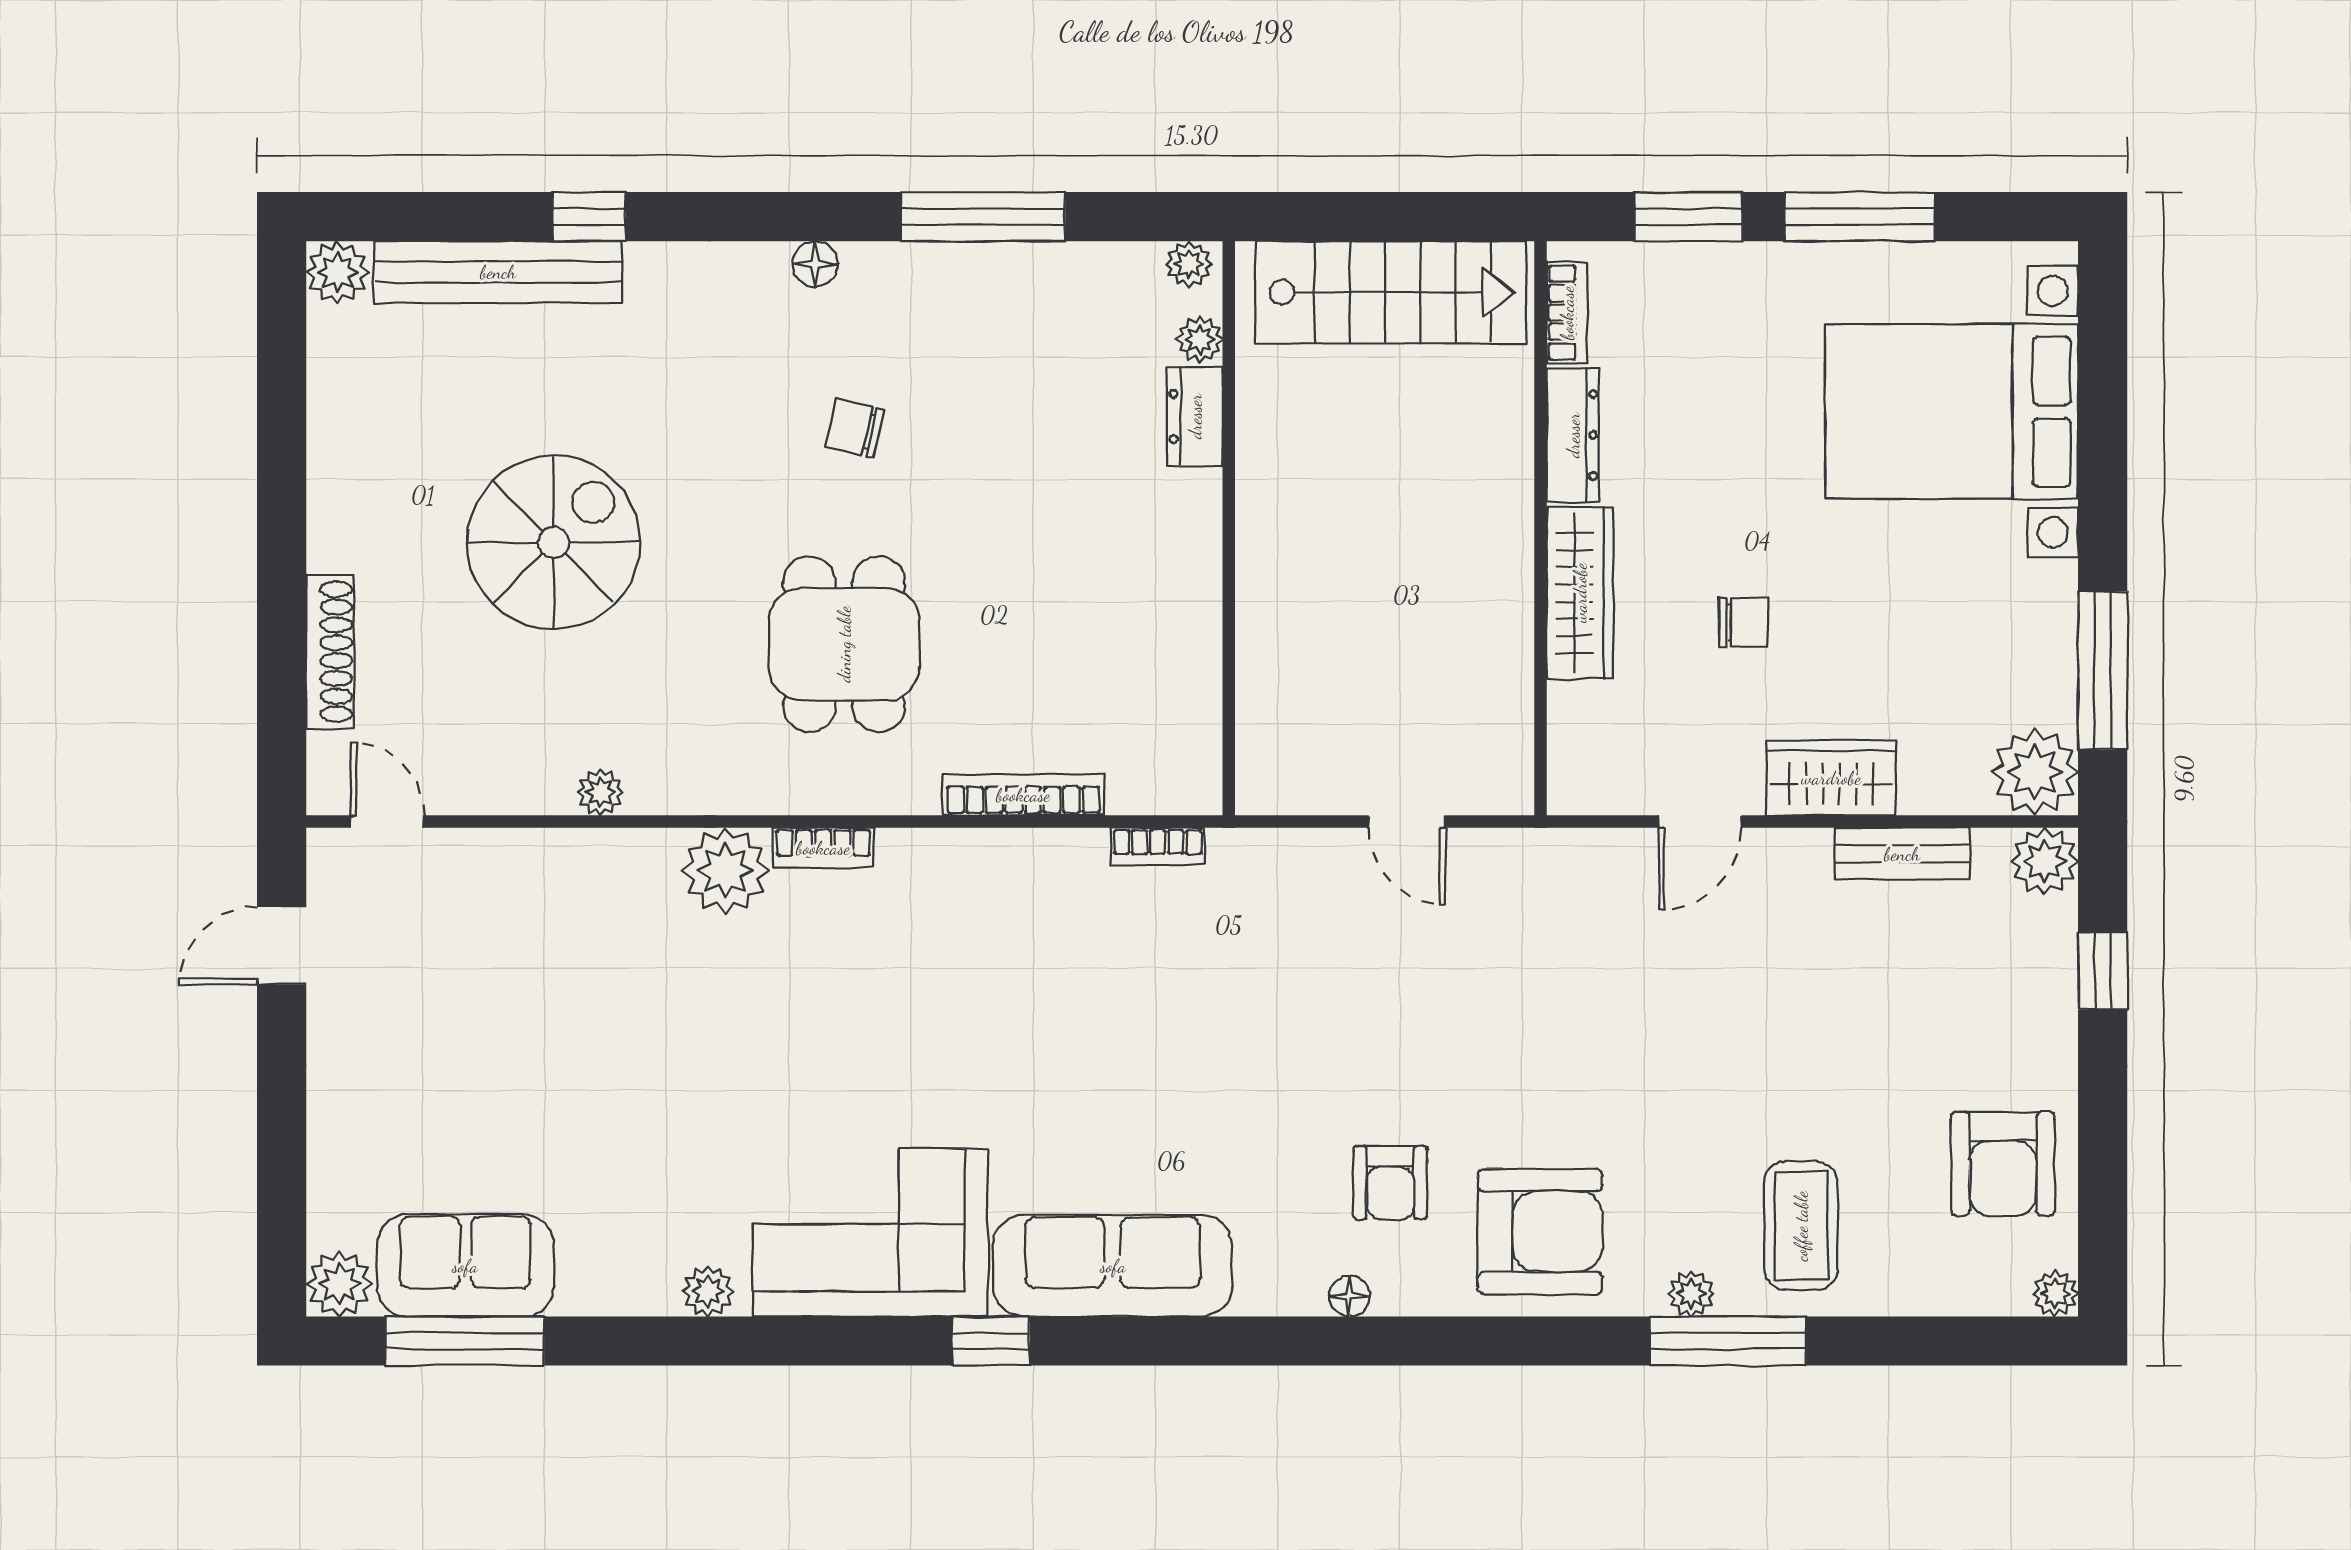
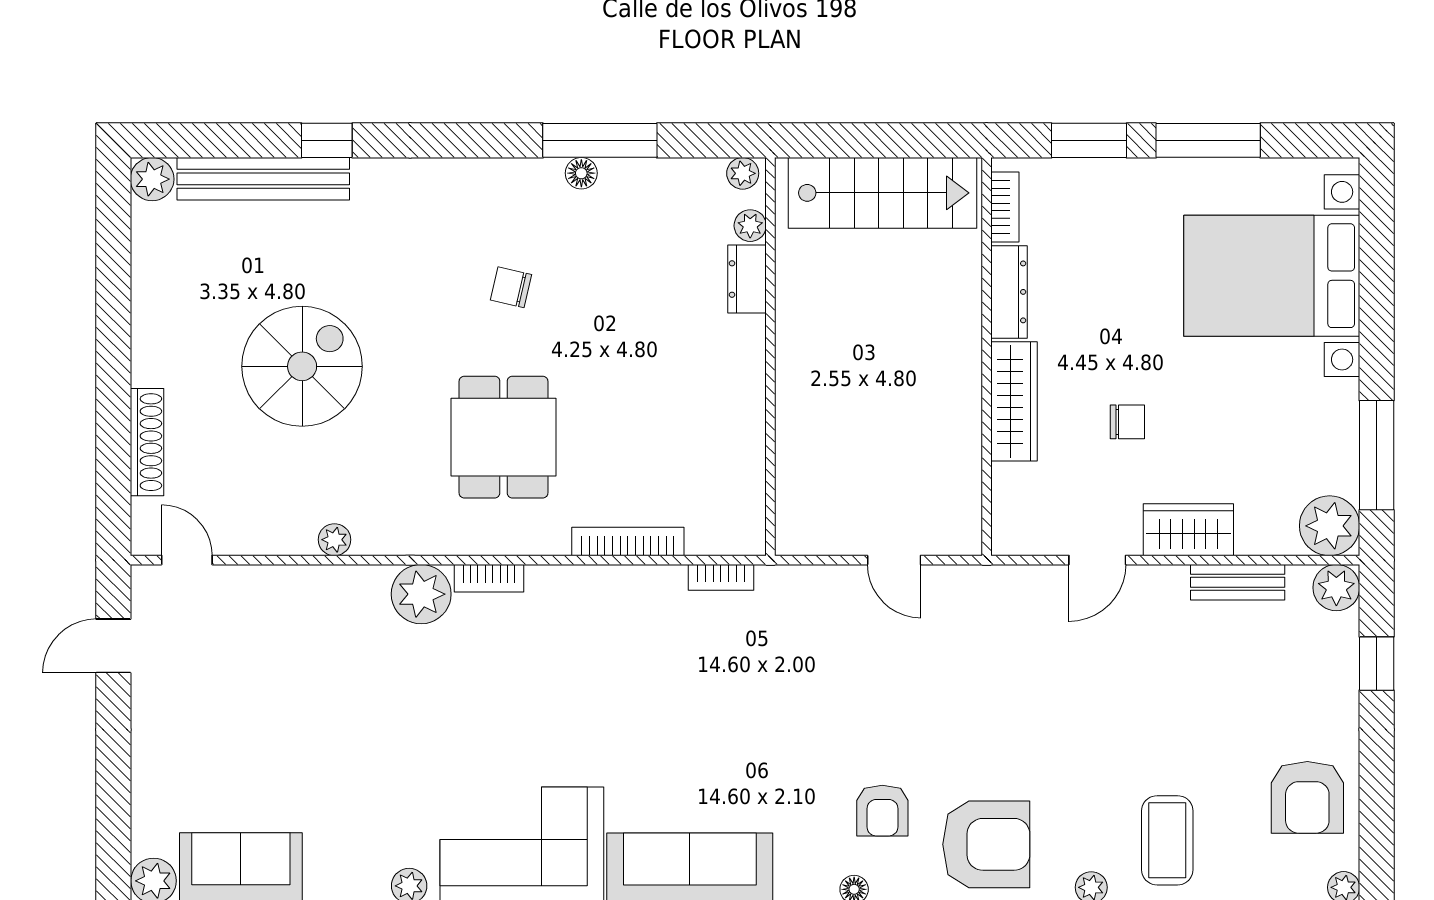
floor lamp: (815, 264) -> (581, 173), moved

